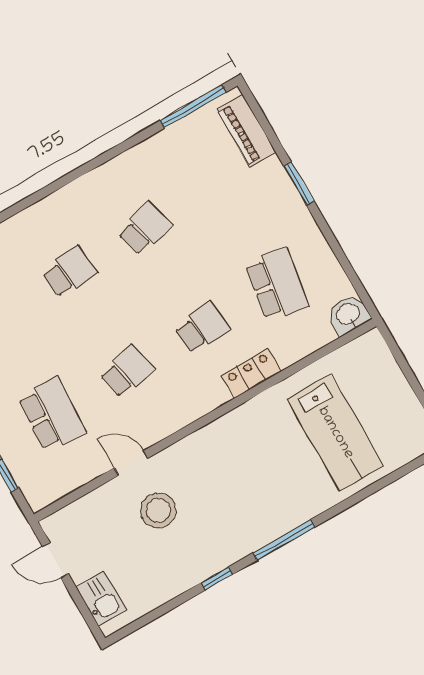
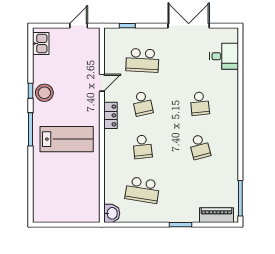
locker: (251, 373) -> (111, 115), moved
lab bench: (335, 433) -> (67, 139), moved, turned 180
stool: (158, 510) -> (44, 93), moved
kitchen sink: (101, 598) -> (41, 43), moved, turned -90

